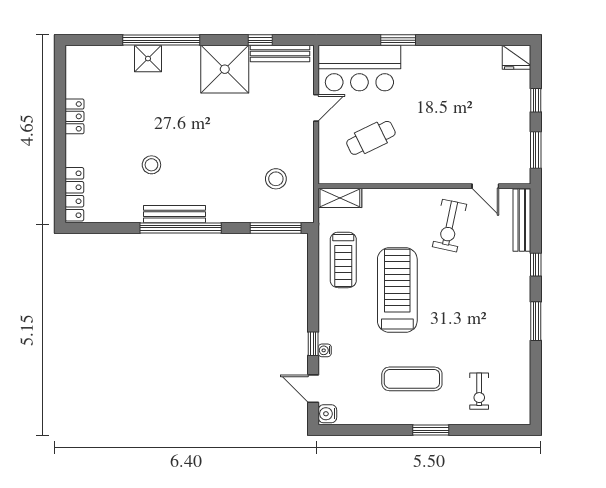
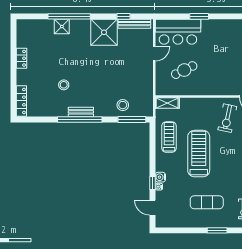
stool: (276, 179) -> (123, 105), moved
bench: (174, 214) -> (81, 112), width x0.73
treadmill: (343, 260) -> (169, 137), turned 180
water cooler: (327, 414) -> (160, 177), moved

